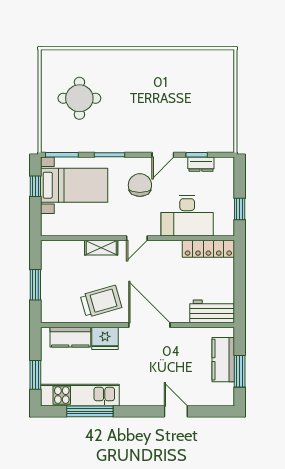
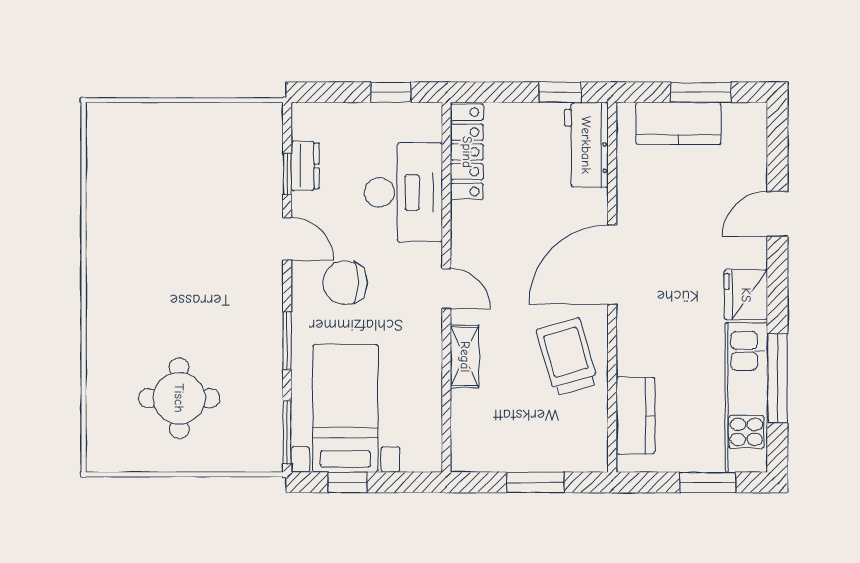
window: (240, 298) -> (560, 92), added
fridge: (105, 338) -> (746, 295), moved, turned 180

